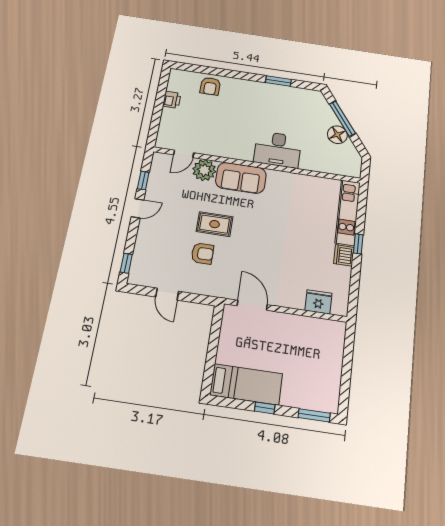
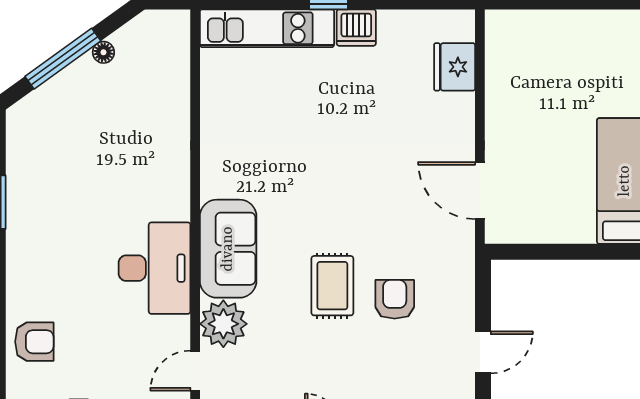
floor lamp: (337, 135) -> (103, 52), width x0.53, depth x0.53
desk: (278, 149) -> (154, 268), moved
door: (184, 154) -> (195, 371), swing flipped
door: (252, 305) -> (480, 191), hinge flipped

